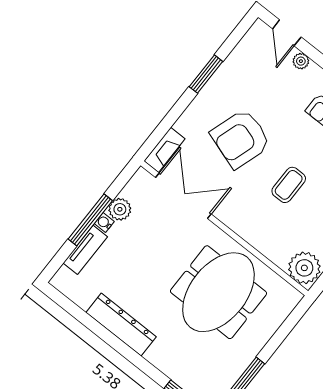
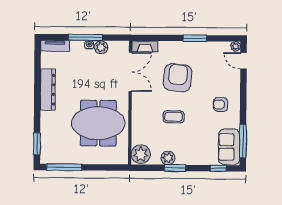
door: (287, 33) -> (244, 61), hinge flipped
plant: (301, 61) -> (236, 46), moved
armchair: (241, 139) -> (178, 78), turned 78
tv unit: (85, 250) -> (55, 46), moved

